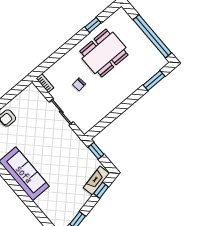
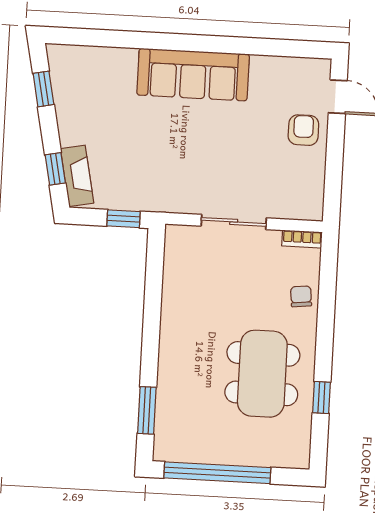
chair: (79, 84) -> (301, 296), moved

